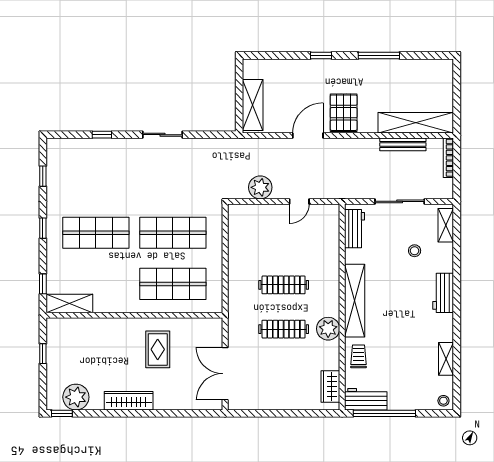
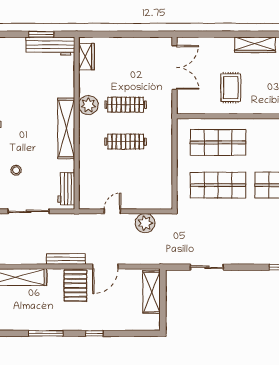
sliding door: (163, 135) -> (207, 267), moved
bench: (403, 144) -> (66, 259), moved
trolley: (358, 356) -> (63, 82), removed
workbench: (366, 399) -> (50, 46), width x1.38
window: (384, 413) -> (41, 34), width x0.47

